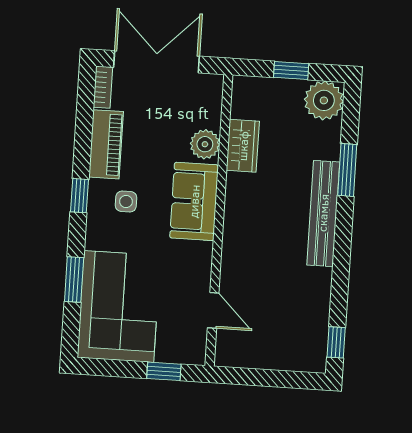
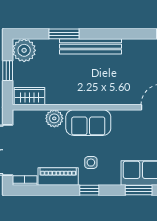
wardrobe: (243, 146) -> (30, 96), moved

